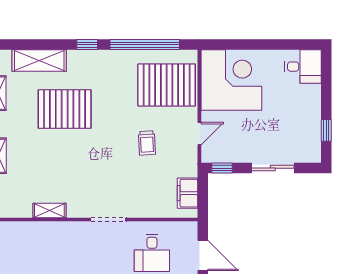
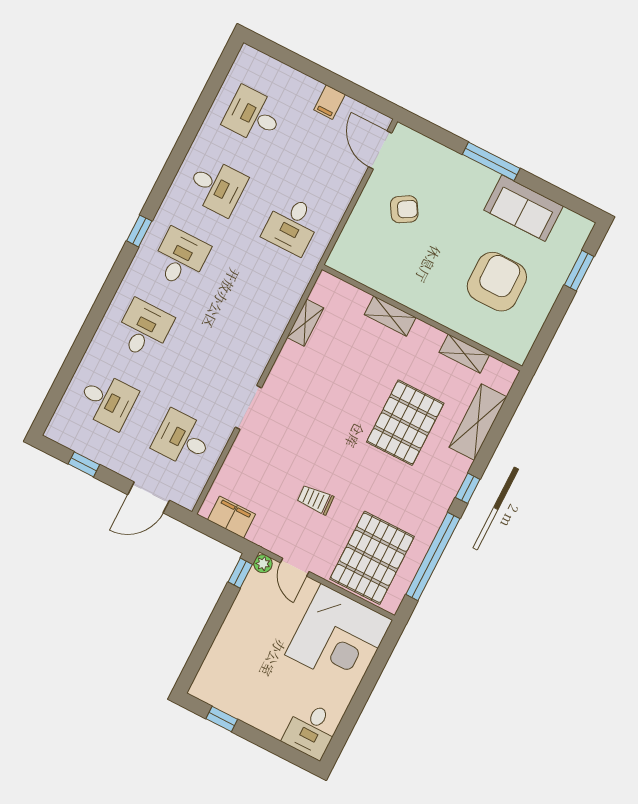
plant: (208, 156) -> (263, 564), added
sliding door: (273, 168) -> (210, 633), removed
shelving: (49, 210) -> (305, 323), moved

